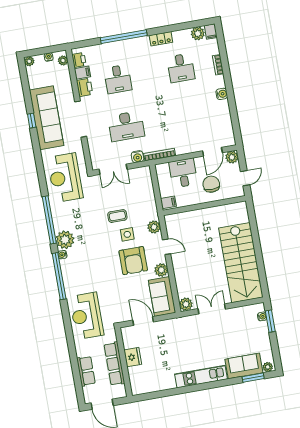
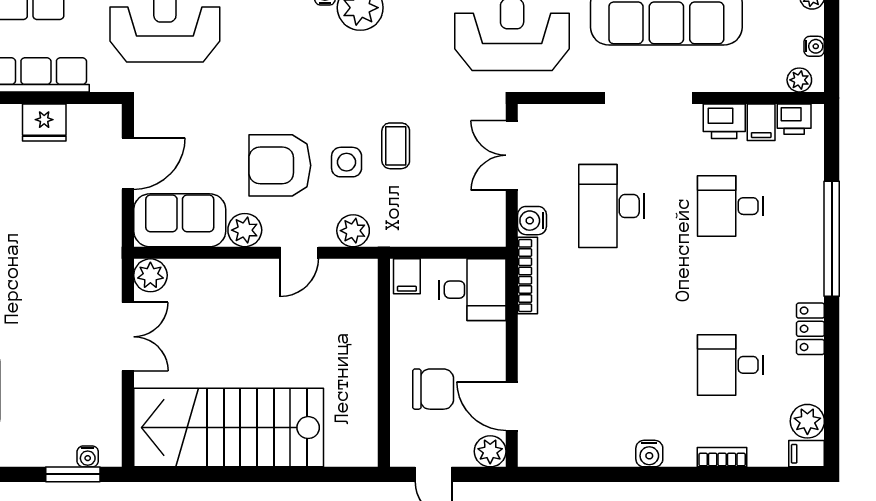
desk: (183, 173) -> (472, 290), moved

